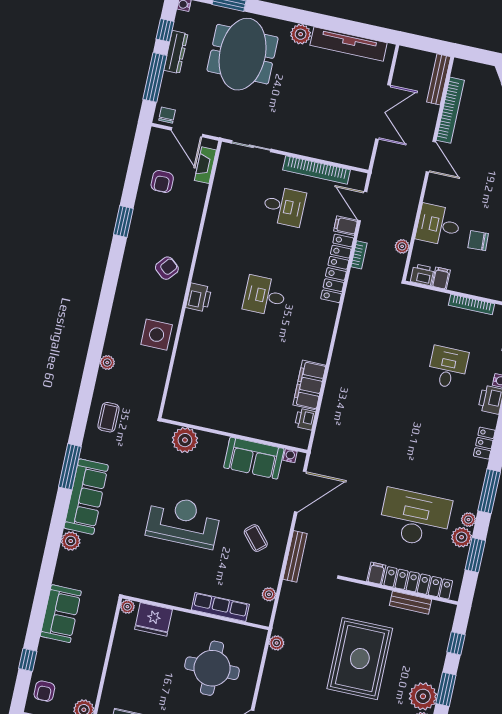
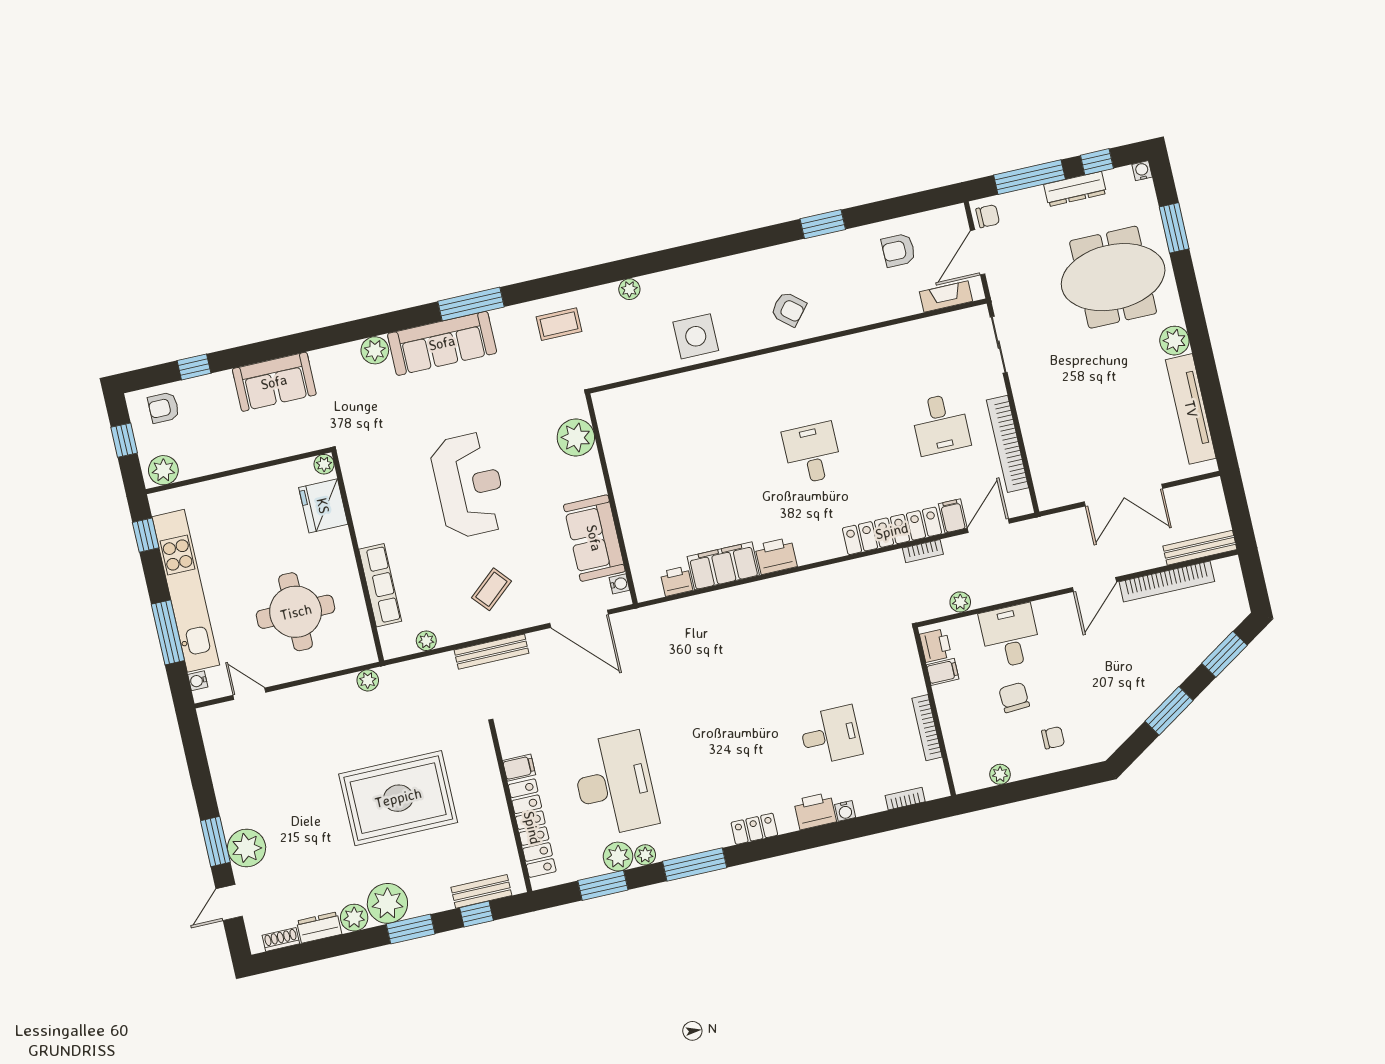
printer: (199, 297) -> (776, 556), moved, turned 180
bench: (411, 603) -> (481, 891), moved, turned 90

